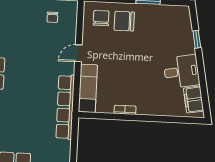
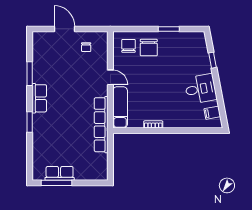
chair: (124, 21) -> (149, 48), turned -90
door: (78, 53) -> (110, 77), swing flipped
filing cabinet: (194, 100) -> (212, 113), width x0.50

